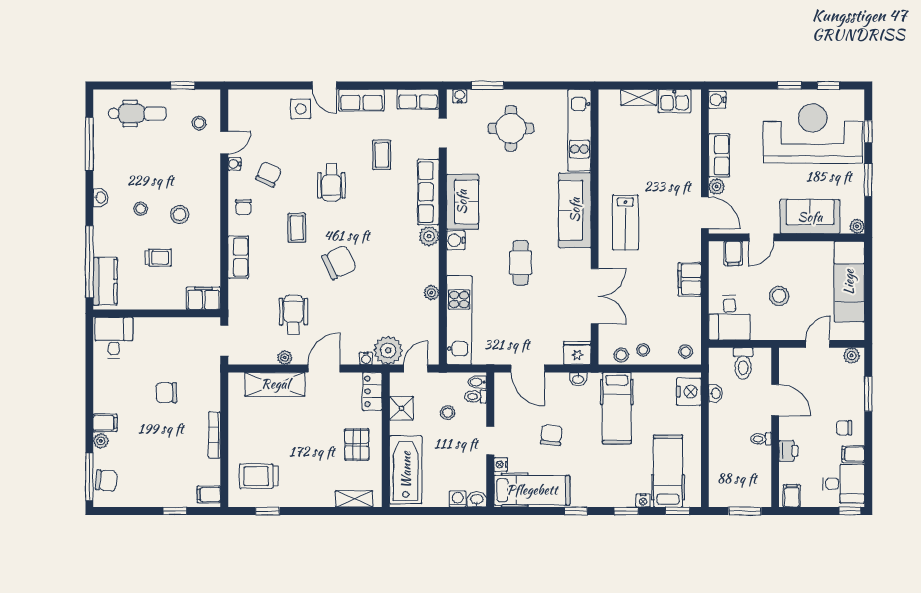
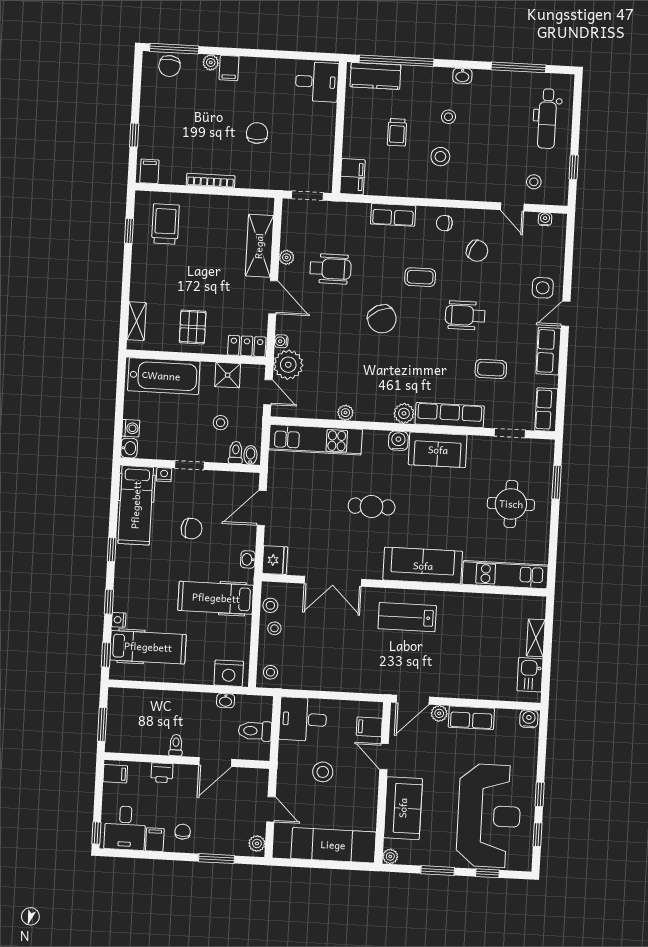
water cooler: (460, 96) -> (547, 453), removed
water cooler: (234, 164) -> (545, 219), moved
filing cabinet: (690, 279) -> (345, 680), removed
pallet: (357, 445) -> (193, 327), turned 90

